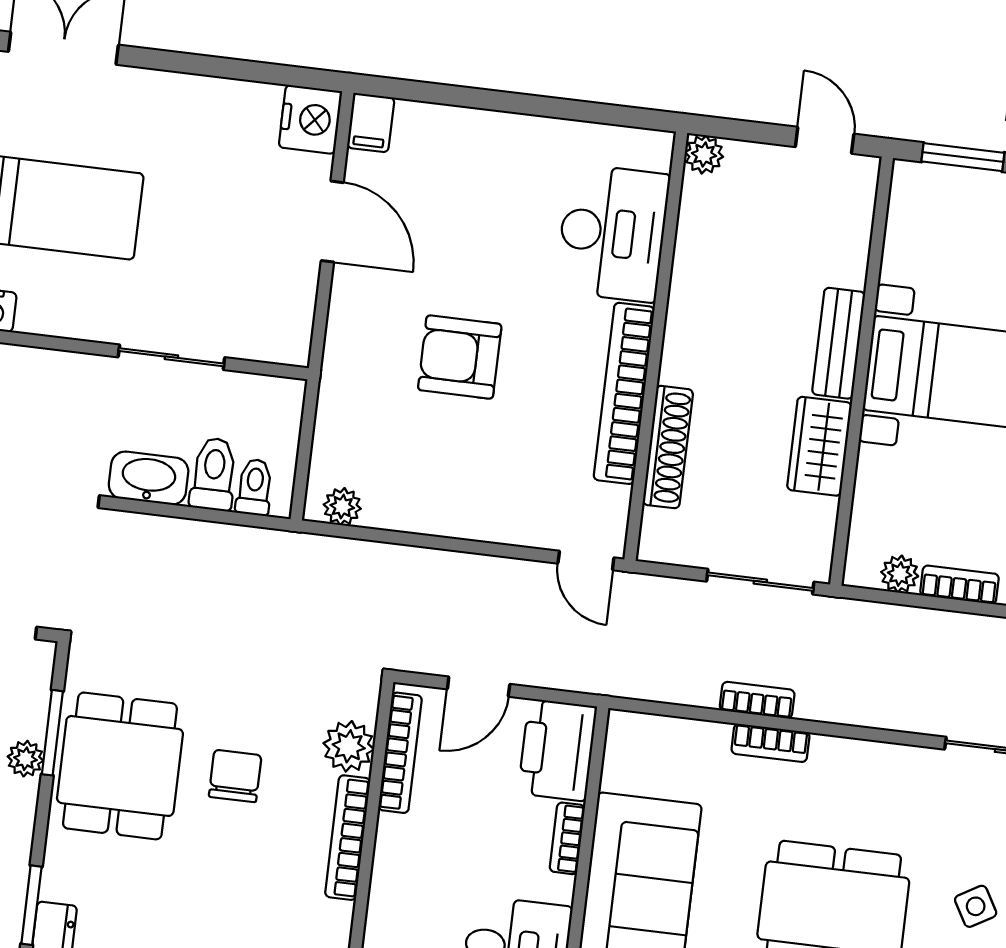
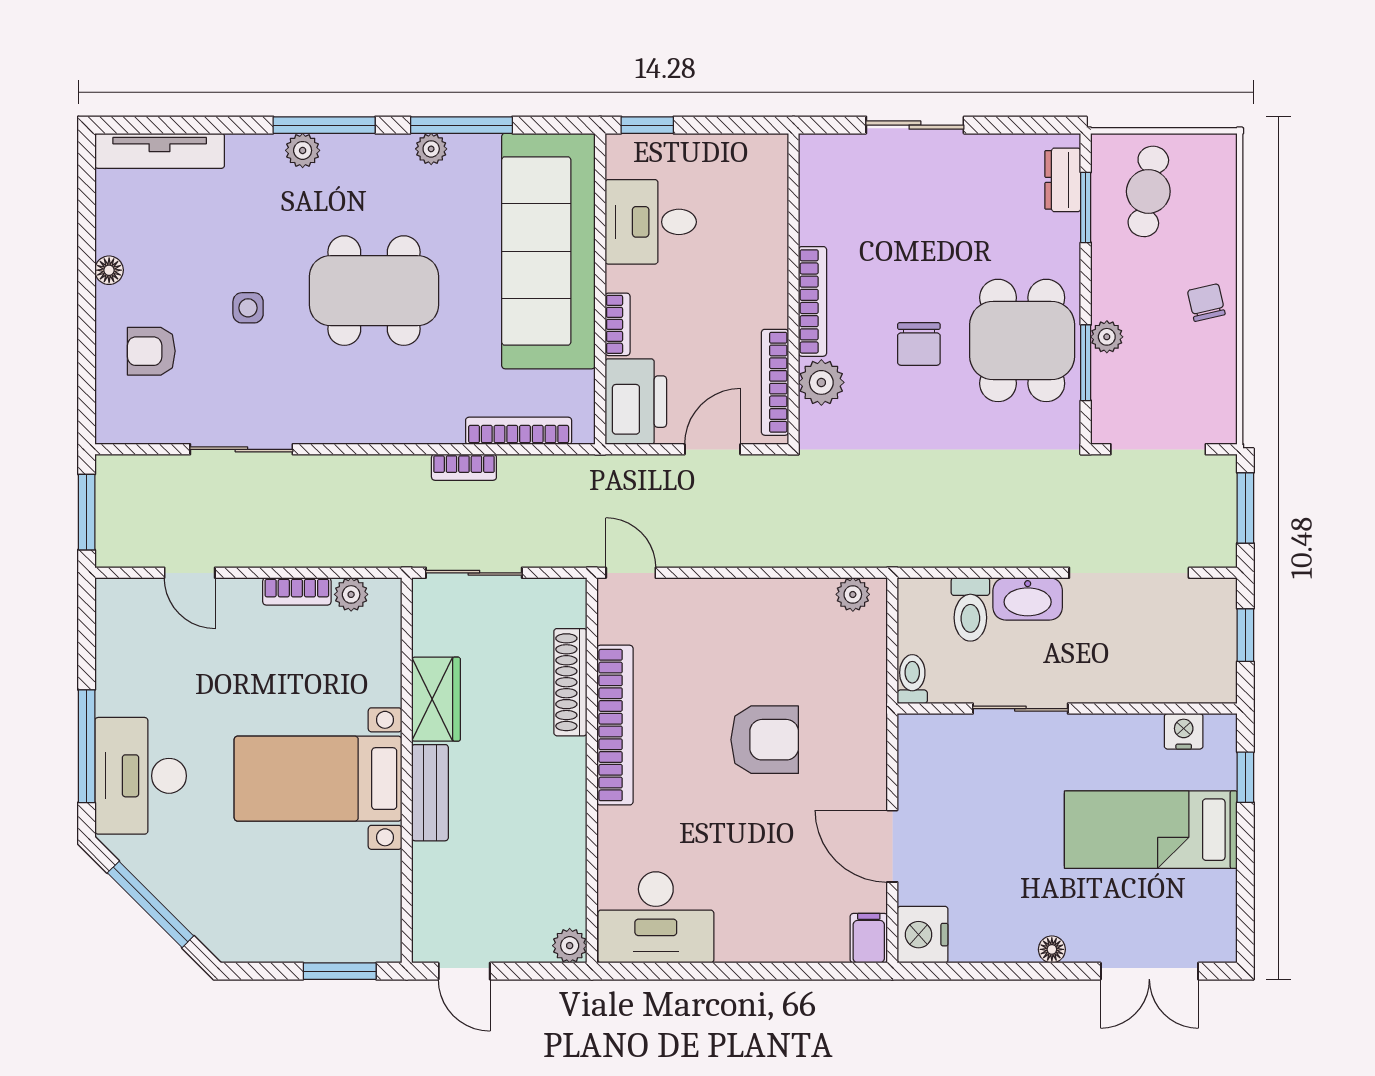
floor lamp: (169, 85) -> (1052, 949), added
desk: (613, 233) -> (656, 917), moved, turned -90
toilet: (254, 487) -> (912, 679), moved, turned 180
bookcase: (770, 743) -> (519, 431), moved, width x1.56
side table: (976, 906) -> (248, 308), turned 30

